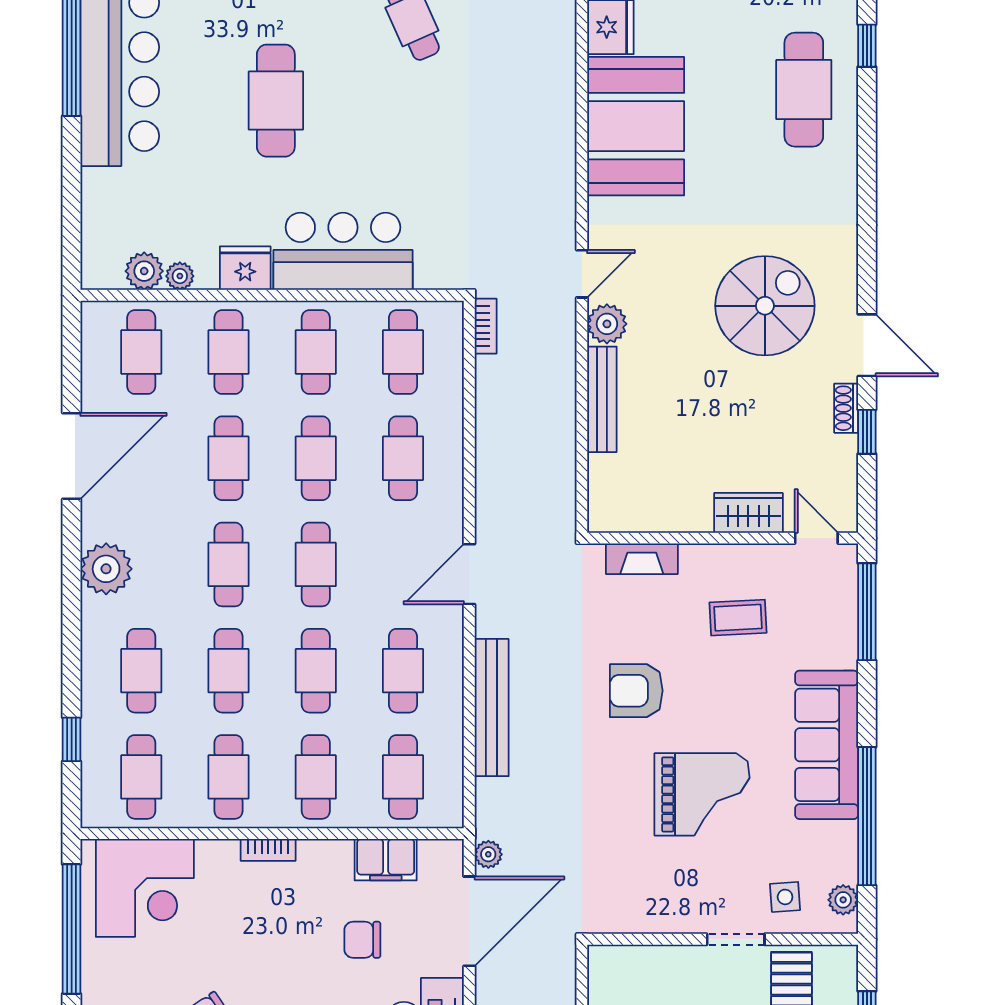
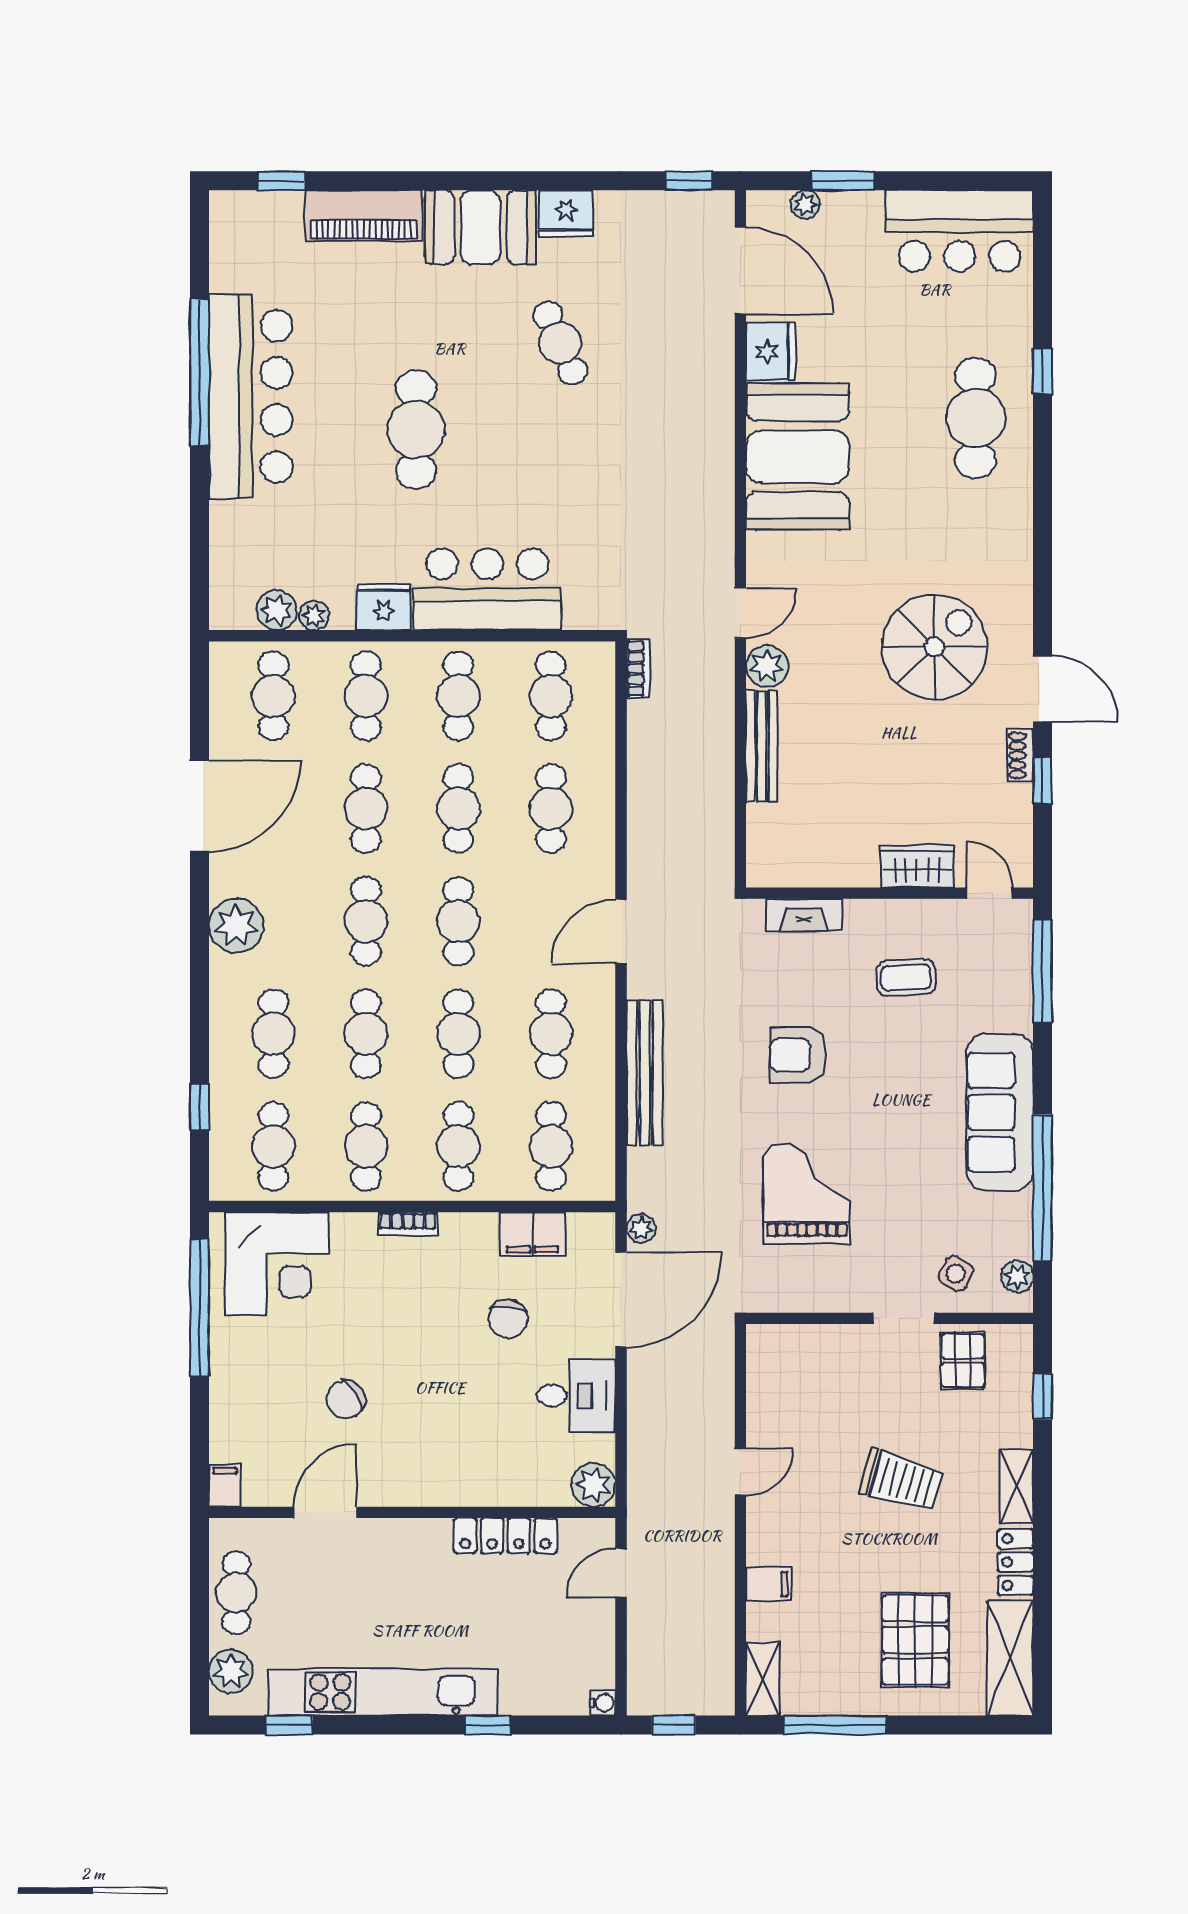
grand piano: (702, 794) -> (807, 1193), moved, turned -90
side table: (785, 897) -> (956, 1274), turned 31
chair: (362, 940) -> (508, 1319), turned -85

